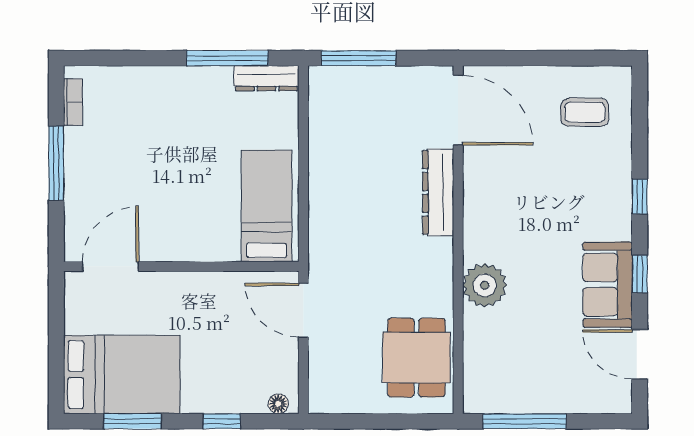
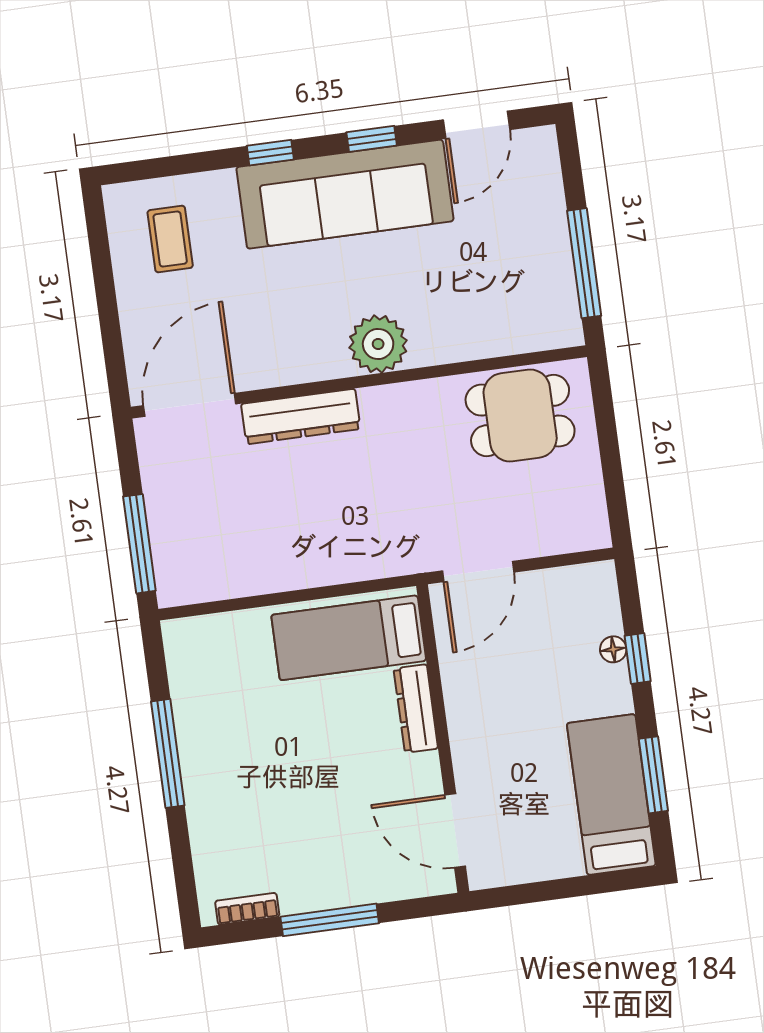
window: (227, 58) -> (168, 753), moved
dresser: (266, 78) -> (416, 709), moved, turned 180
plant: (485, 285) -> (378, 344), moved
sofa: (608, 285) -> (345, 194), width x1.85, depth x1.27
bed: (122, 374) -> (611, 795), width x0.67
floor lamp: (278, 404) -> (613, 649), moved

